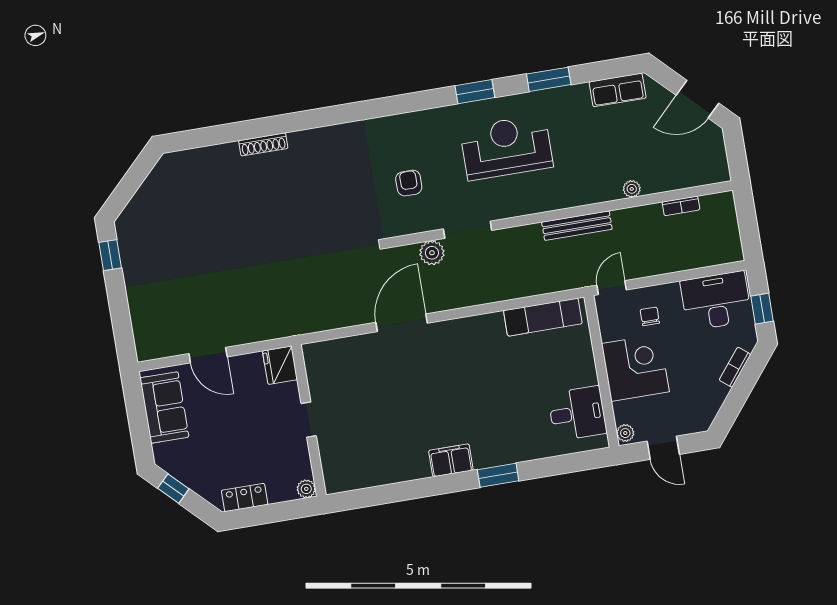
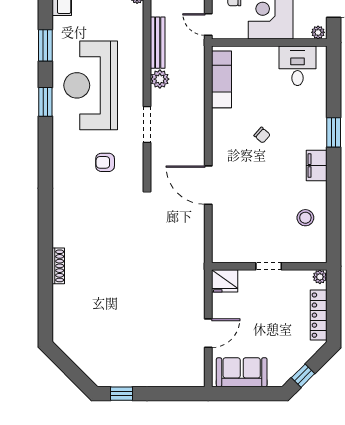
reception desk: (506, 147) -> (91, 85), width x1.36, depth x1.30
plant: (432, 253) -> (160, 79), moved
chair: (479, 382) -> (262, 135), added
stool: (380, 457) -> (305, 218), added
locker: (245, 497) -> (319, 315), width x1.53

